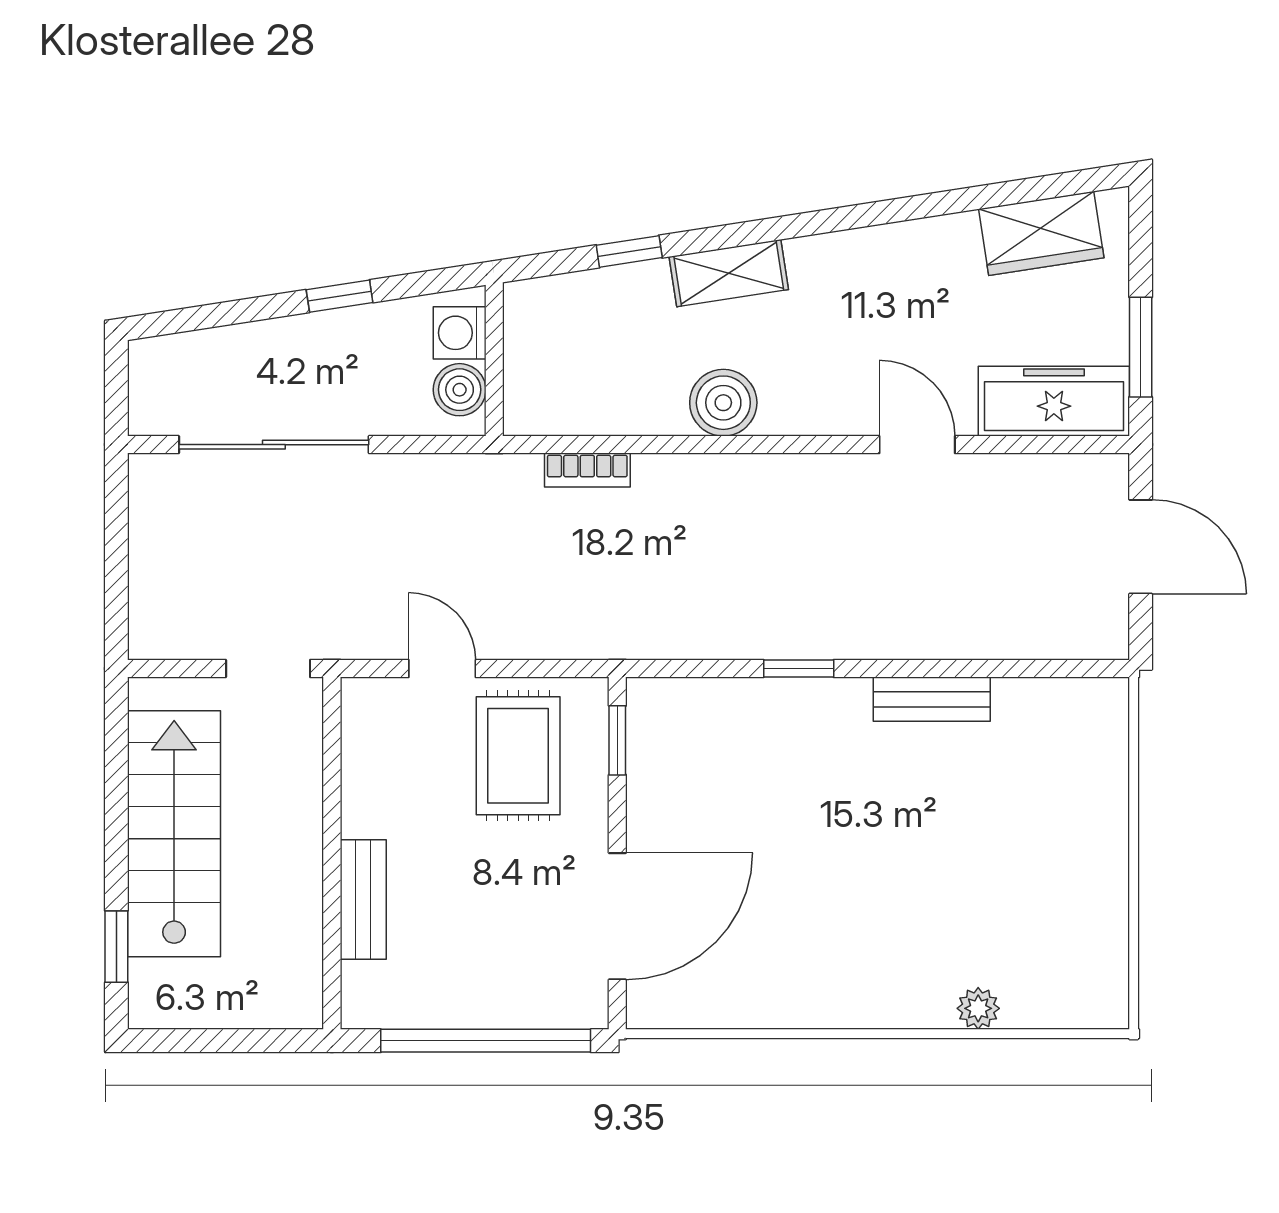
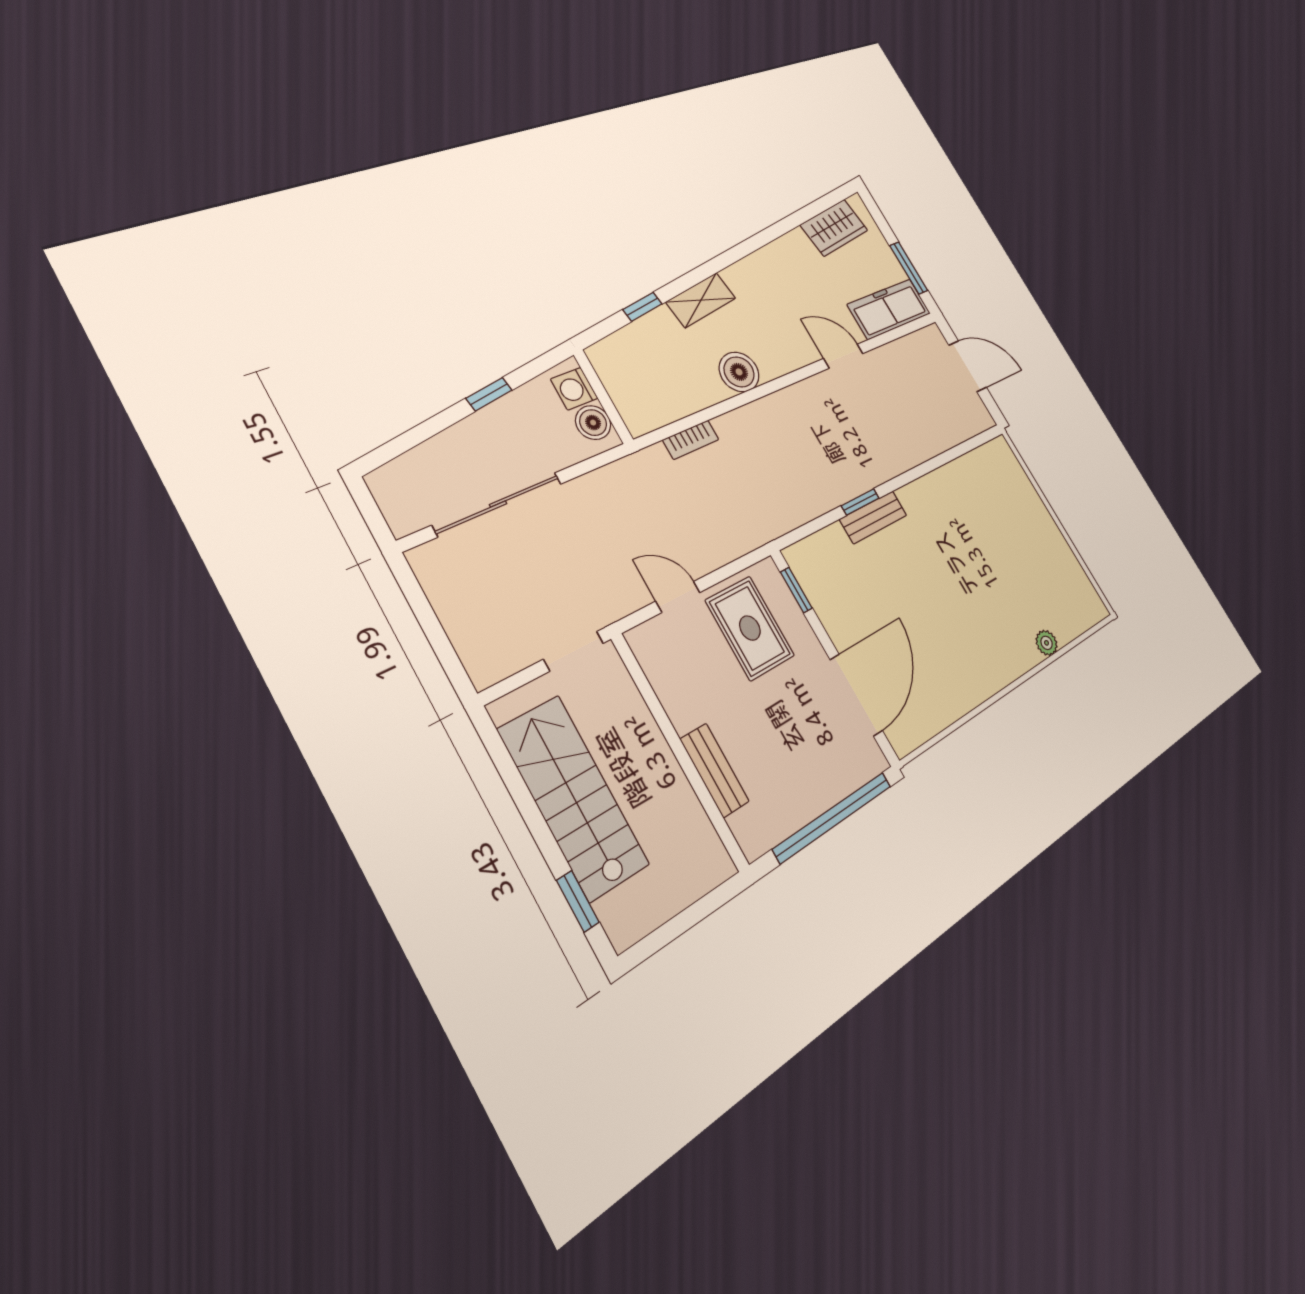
bench: (932, 699) -> (873, 517), moved

